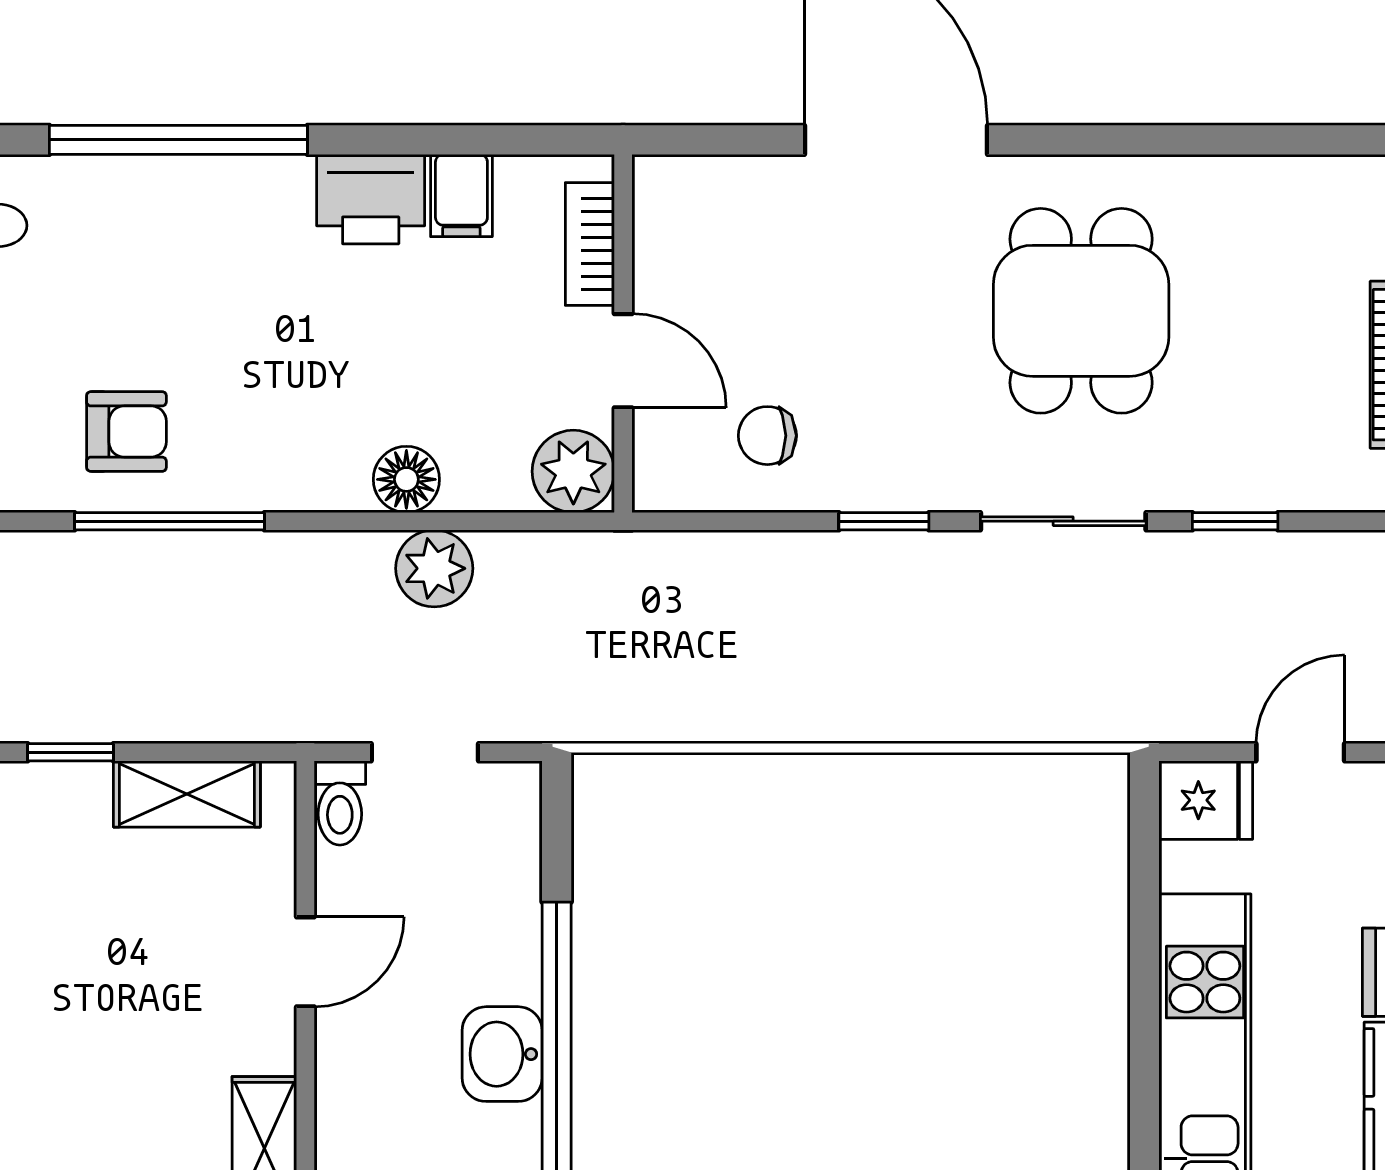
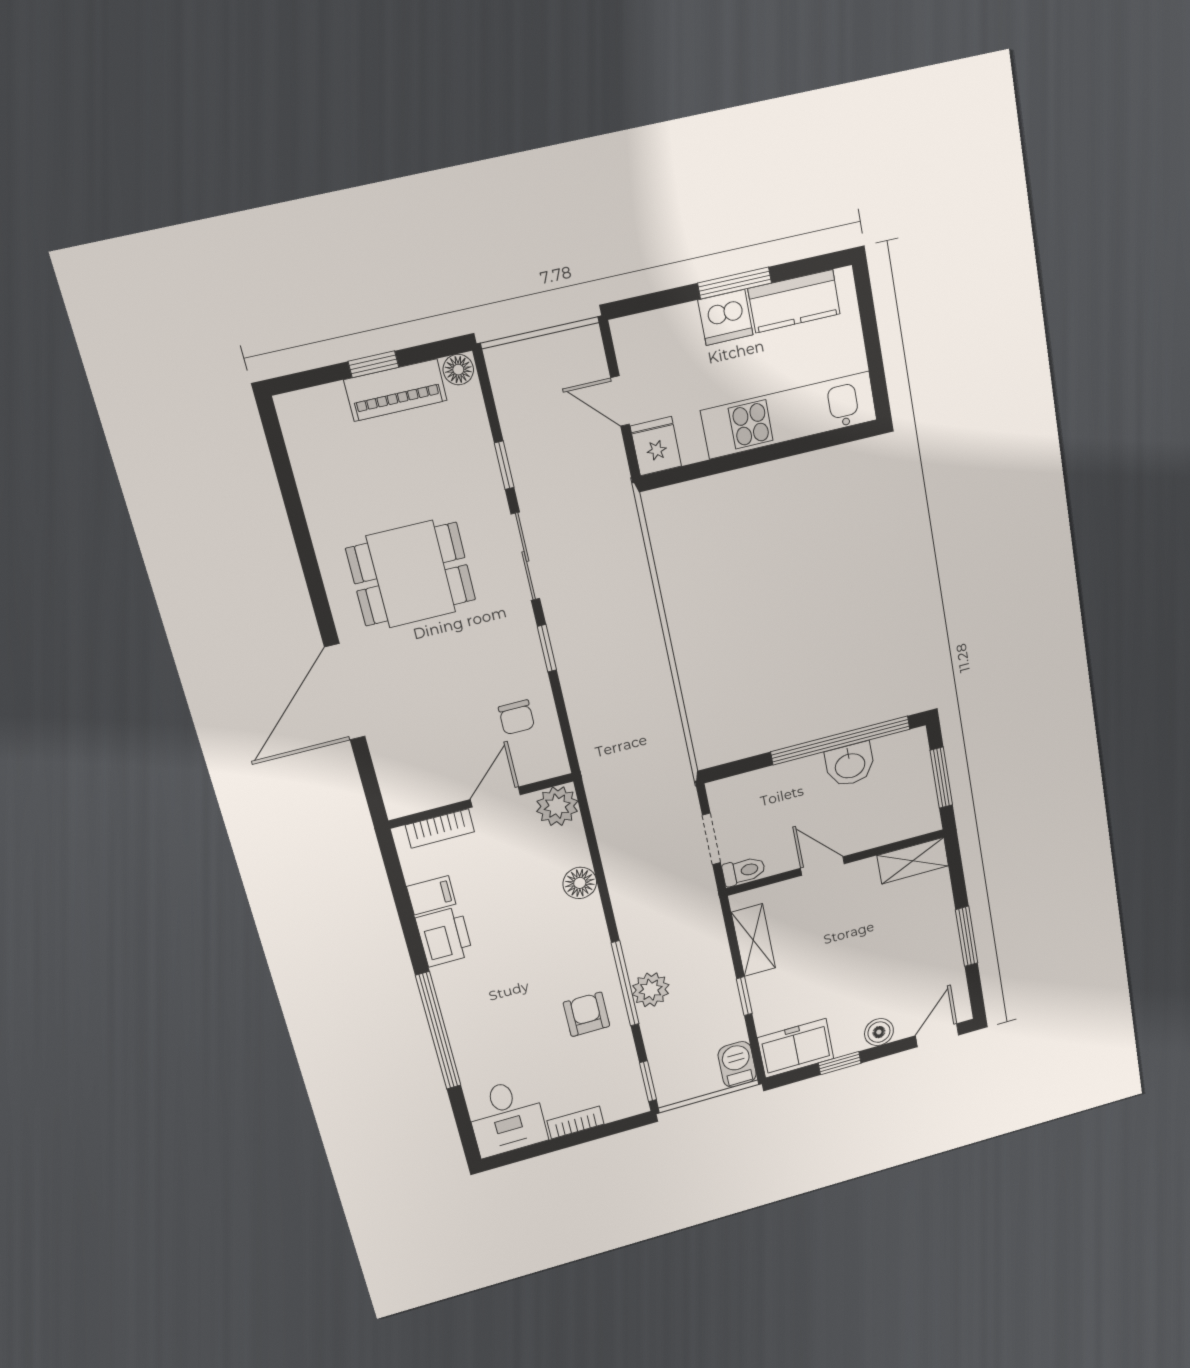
plant: (434, 568) -> (651, 990), moved

